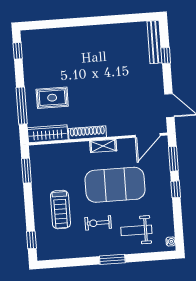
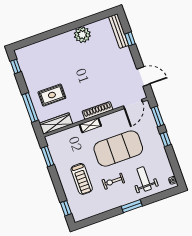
plant: (109, 34) -> (82, 35), added
shoe rack: (87, 133) -> (97, 110), moved
shelving: (103, 146) -> (90, 125), moved
weight bench: (136, 230) -> (144, 179), turned 90

